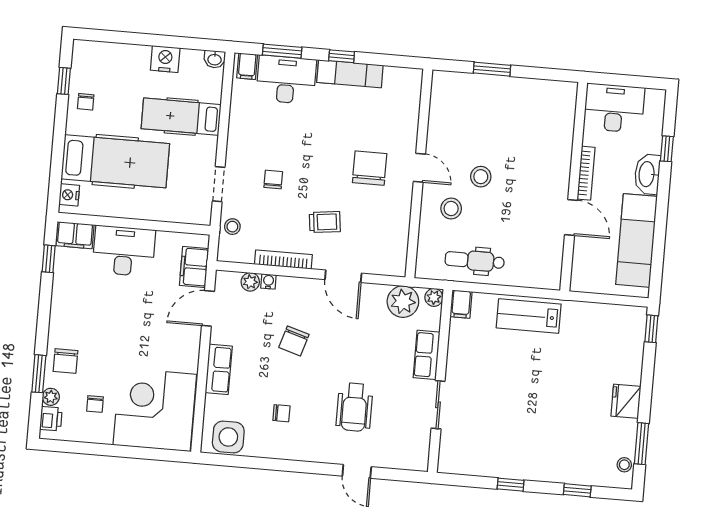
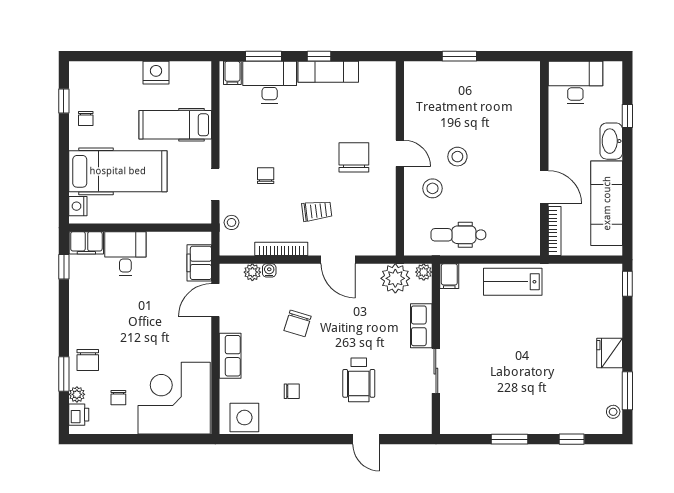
washbasin: (215, 59) -> (202, 69), removed
bookcase: (586, 173) -> (555, 231), moved
desk: (124, 251) -> (125, 254), width x0.73
window: (511, 485) -> (509, 439), width x1.50

